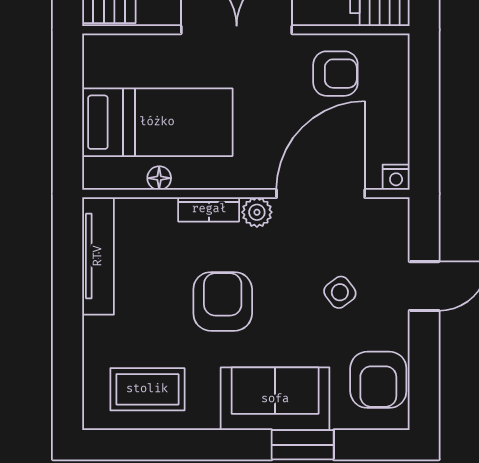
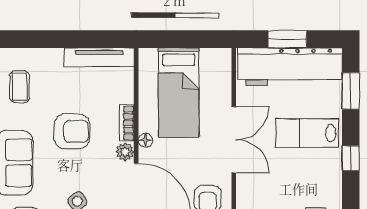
floor lamp: (159, 178) -> (145, 140), moved
coffee table: (147, 389) -> (20, 87), width x0.73, depth x0.77

